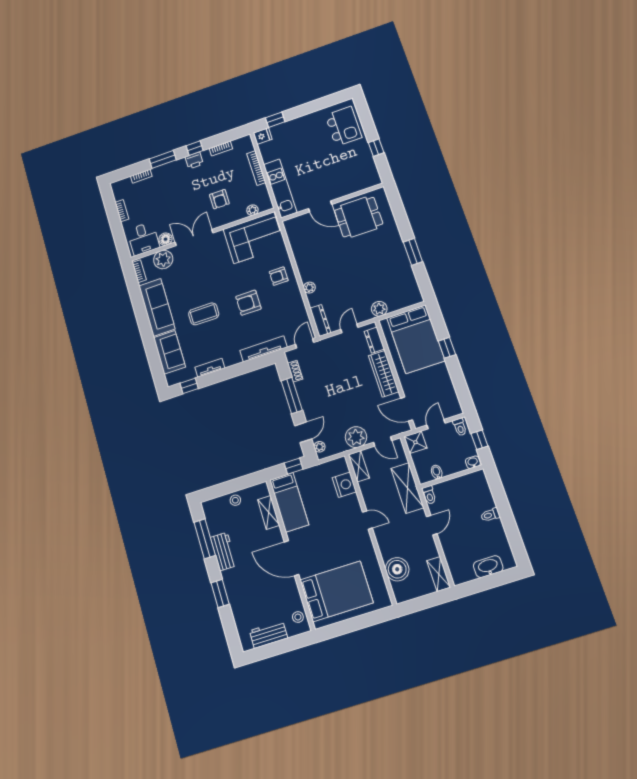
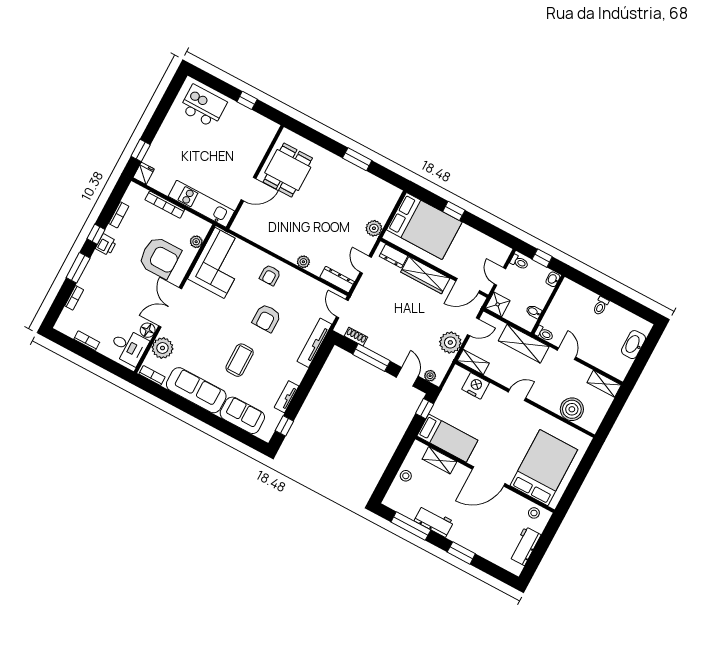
armchair: (219, 199) -> (160, 257), width x1.88, depth x1.88

